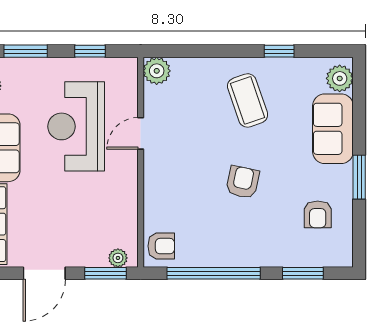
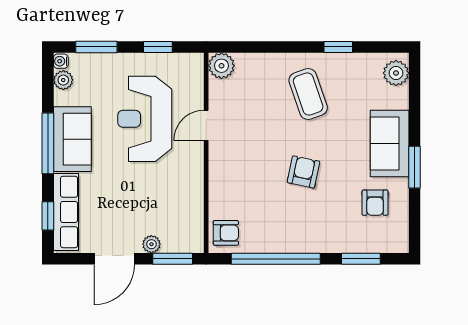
sofa: (333, 129) -> (390, 144), moved
plant: (118, 258) -> (151, 244), moved

